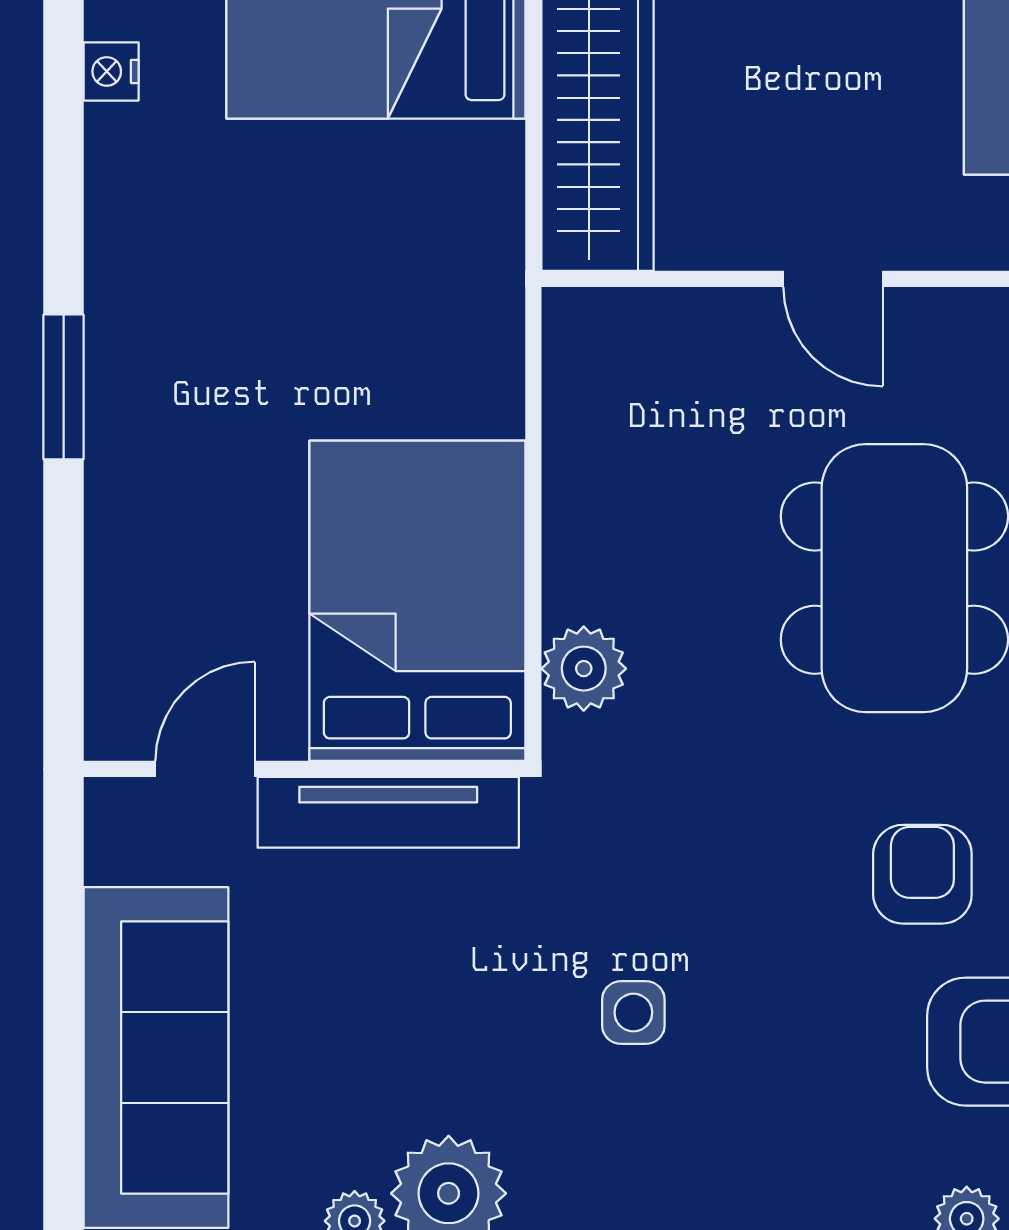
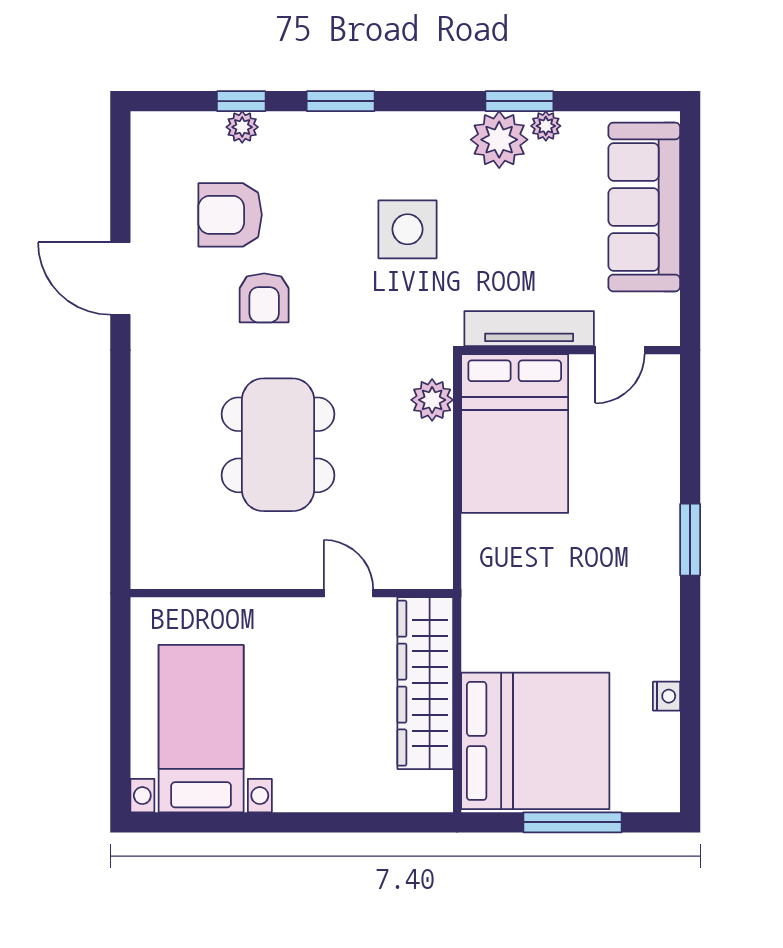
door: (833, 279) -> (348, 593), moved
side table: (633, 1013) -> (407, 229), width x1.87, depth x1.87

